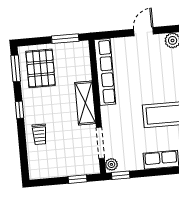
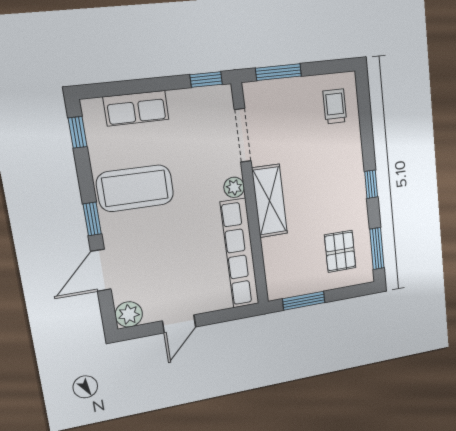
pallet: (41, 68) -> (340, 251), width x0.67, depth x0.71
trolley: (39, 134) -> (335, 106), moved
plant: (111, 164) -> (234, 187), moved
window: (78, 179) -> (279, 72), width x1.50

